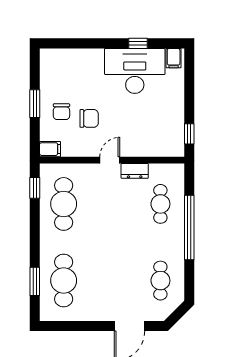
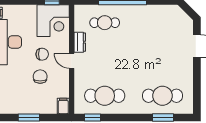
chair: (61, 112) -> (42, 54), moved
corner desk: (163, 136) -> (53, 21), added
cafe table: (160, 281) -> (162, 23), removed

